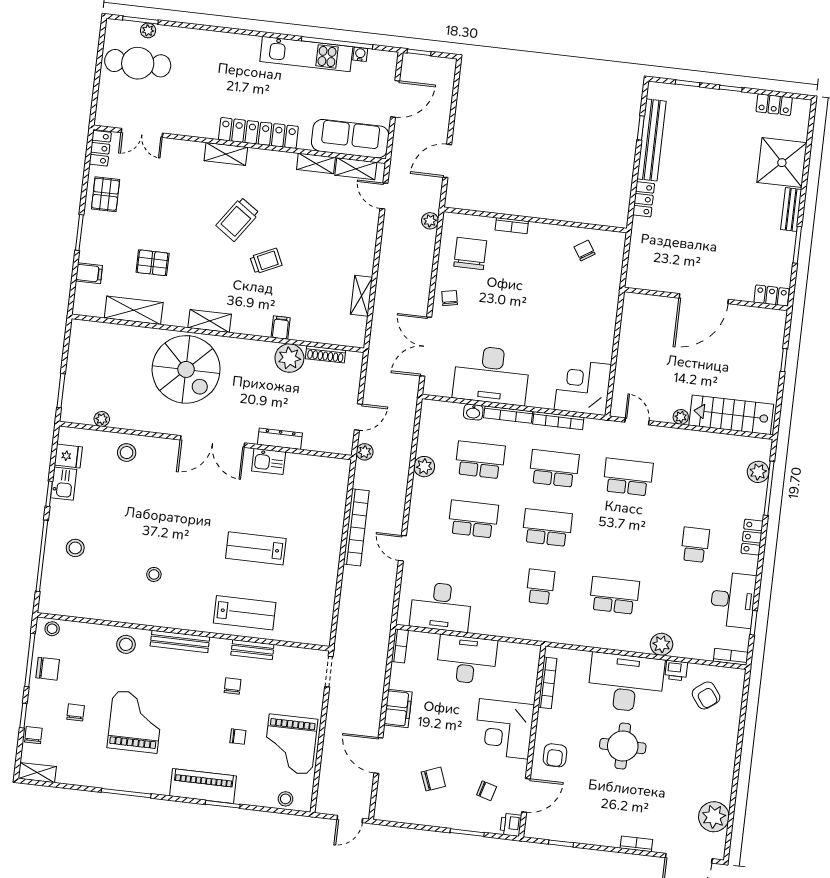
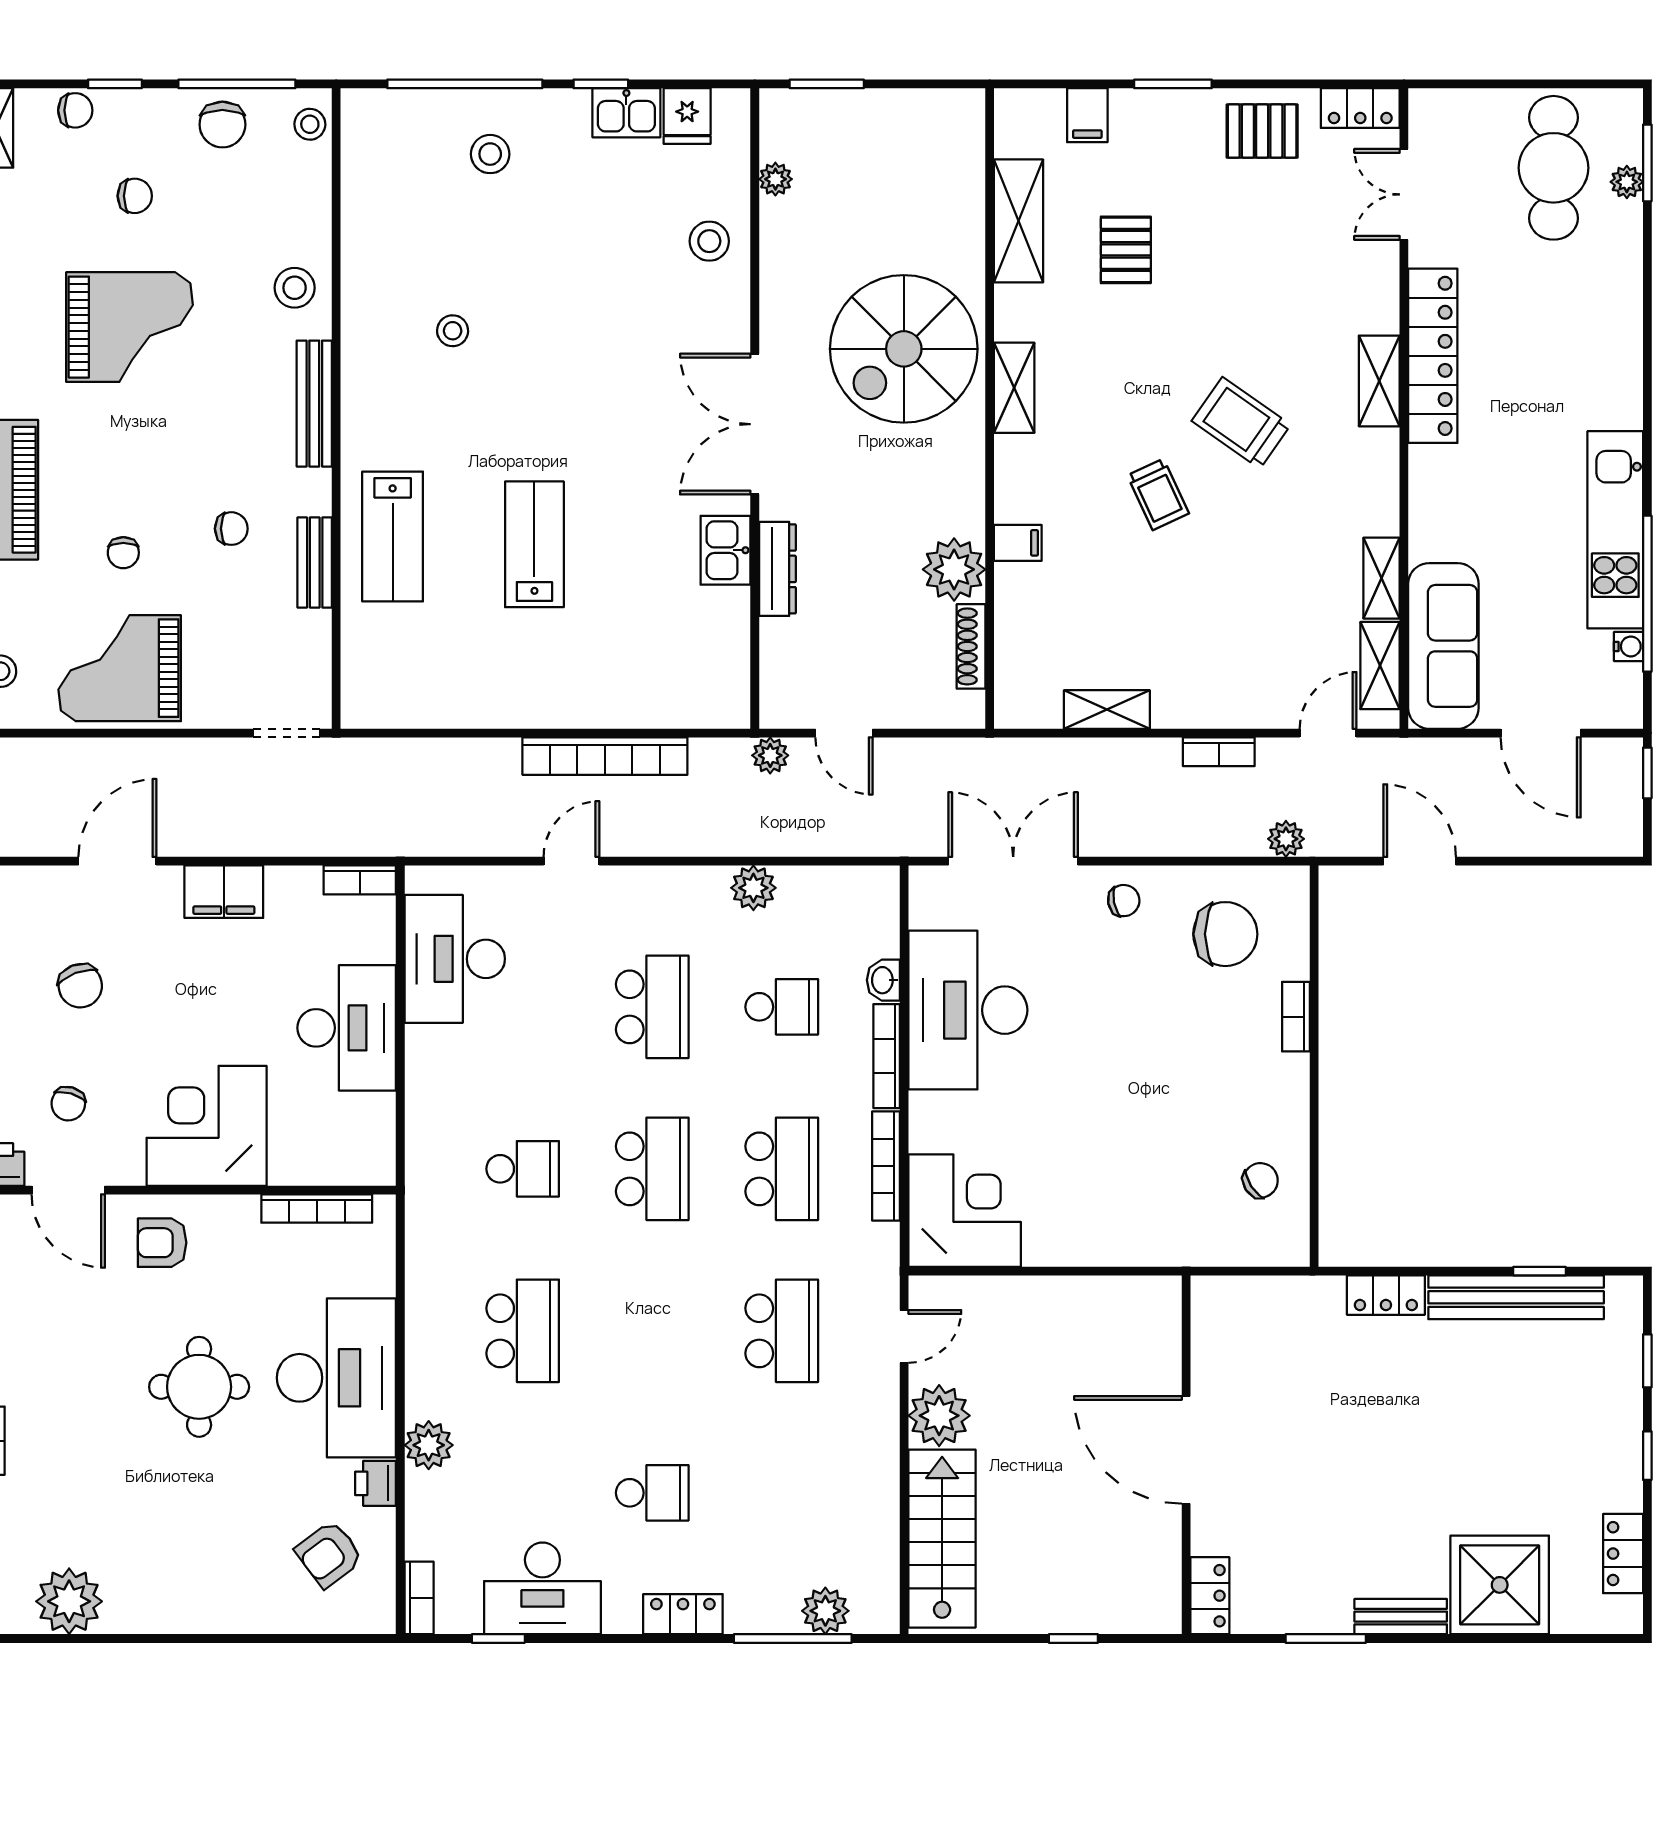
locker: (258, 133) -> (1433, 356), moved
bookcase: (387, 247) -> (1219, 752), added
plant: (681, 417) -> (939, 1416), width x1.88, depth x1.88
school desk: (480, 460) -> (782, 1007), width x0.54

